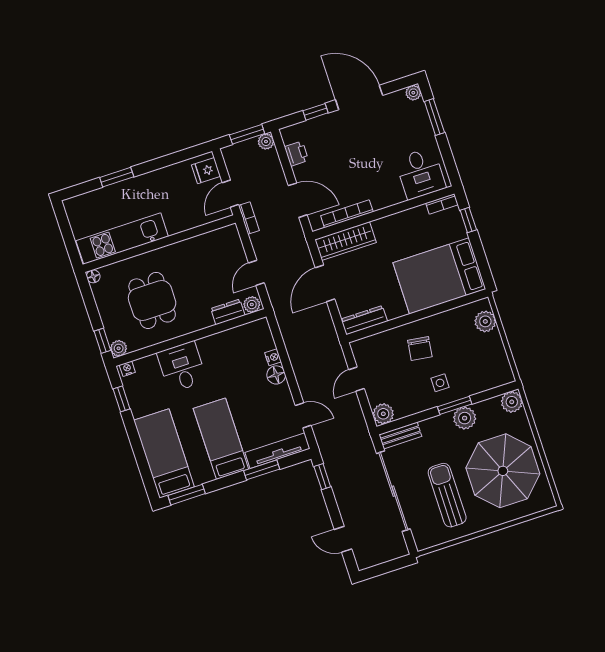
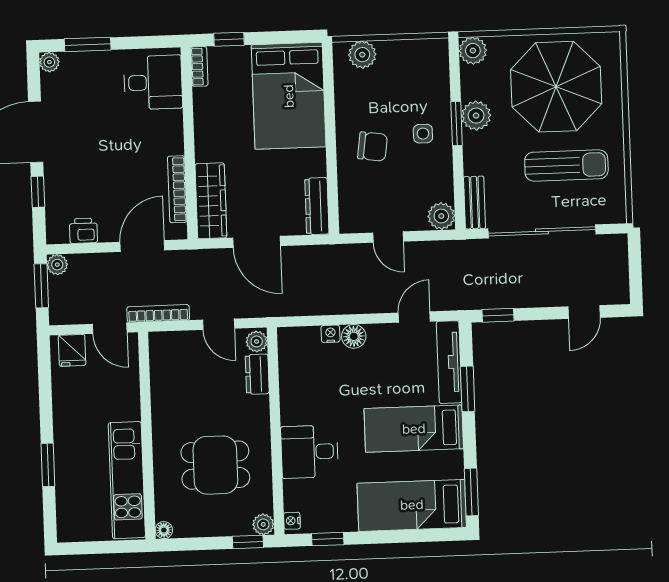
bookcase: (249, 218) -> (158, 313), width x1.56
sun lounger: (447, 495) -> (566, 165), turned 180

